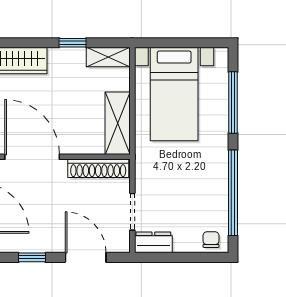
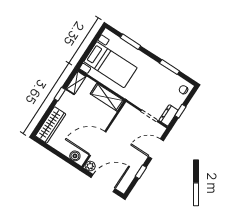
window: (233, 103) -> (131, 42), width x0.69
shoe rack: (98, 168) -> (121, 118), removed
window: (233, 193) -> (170, 67), width x0.47
window: (173, 257) -> (180, 111), added

